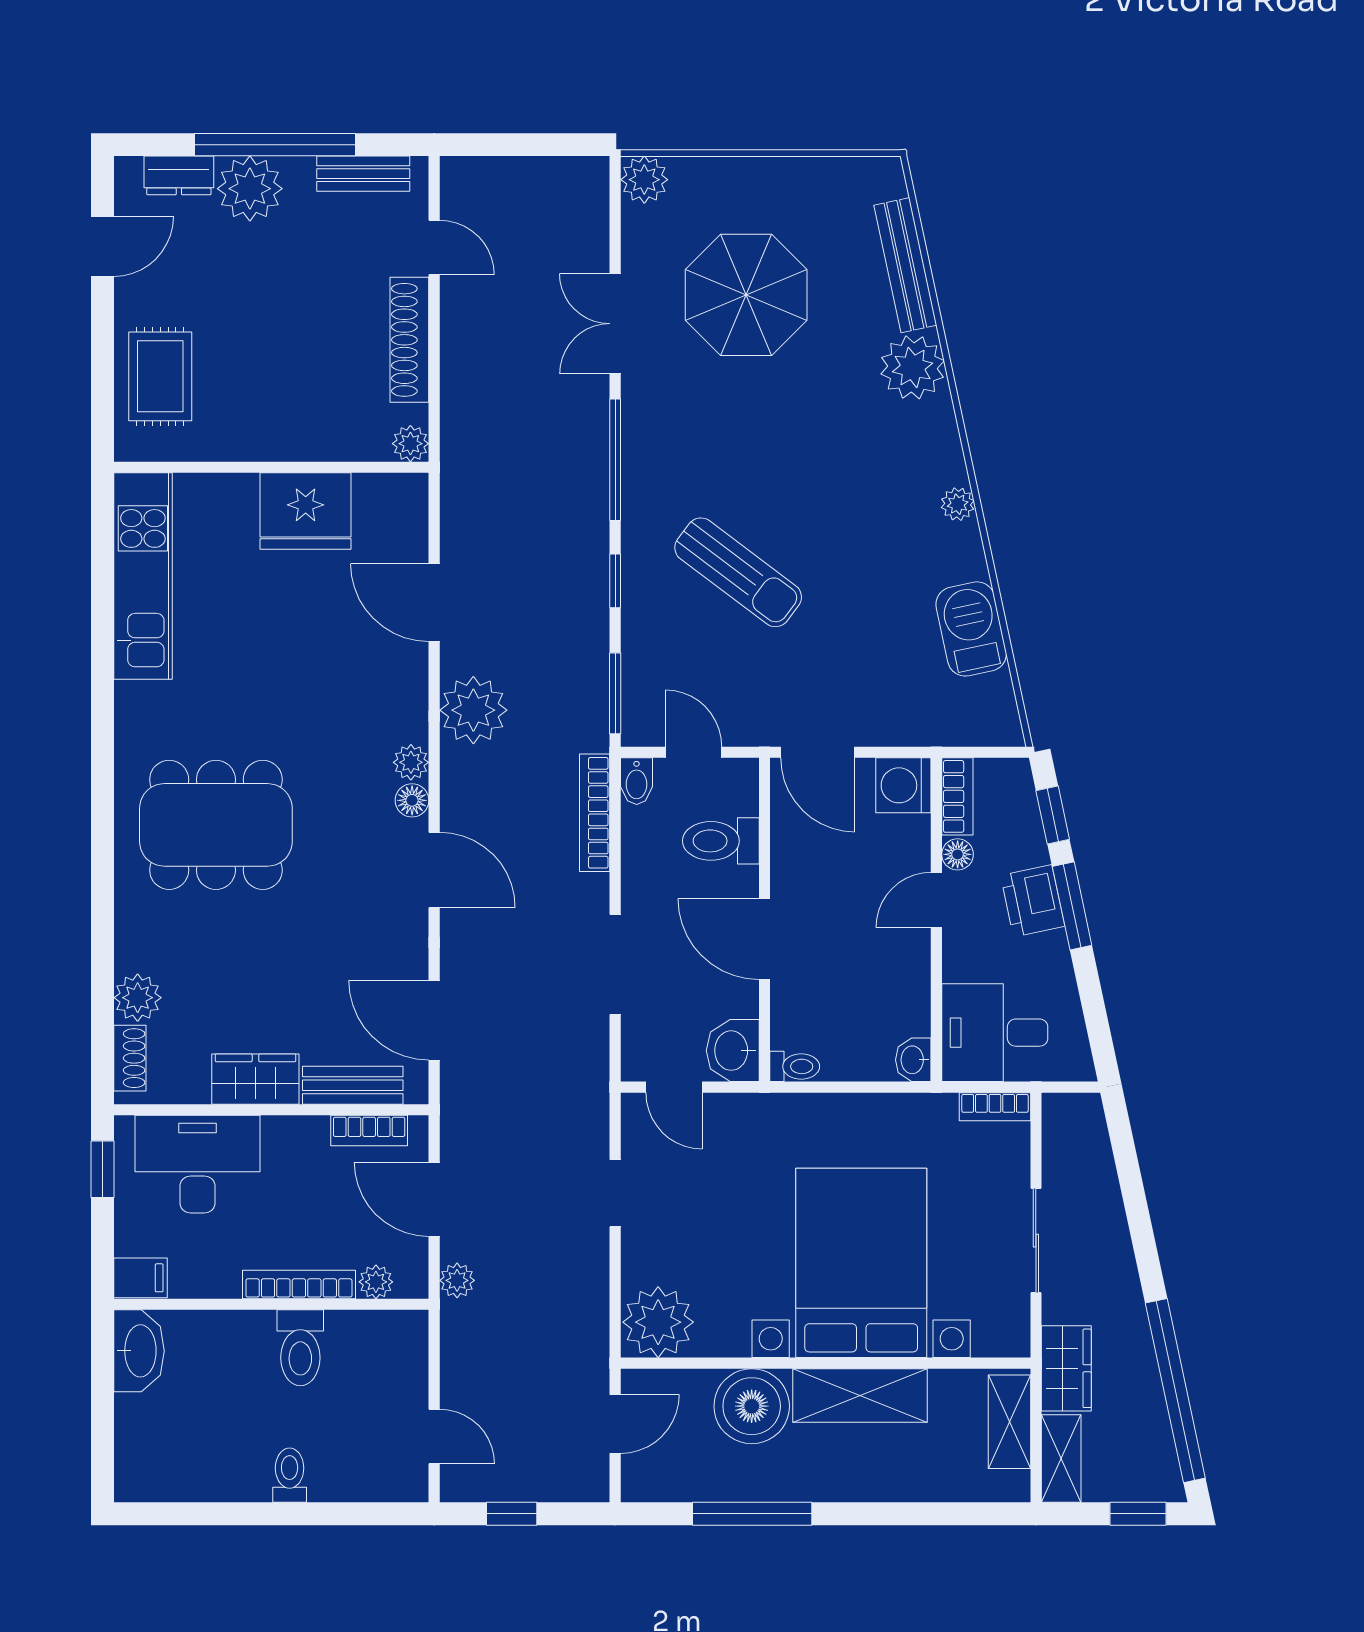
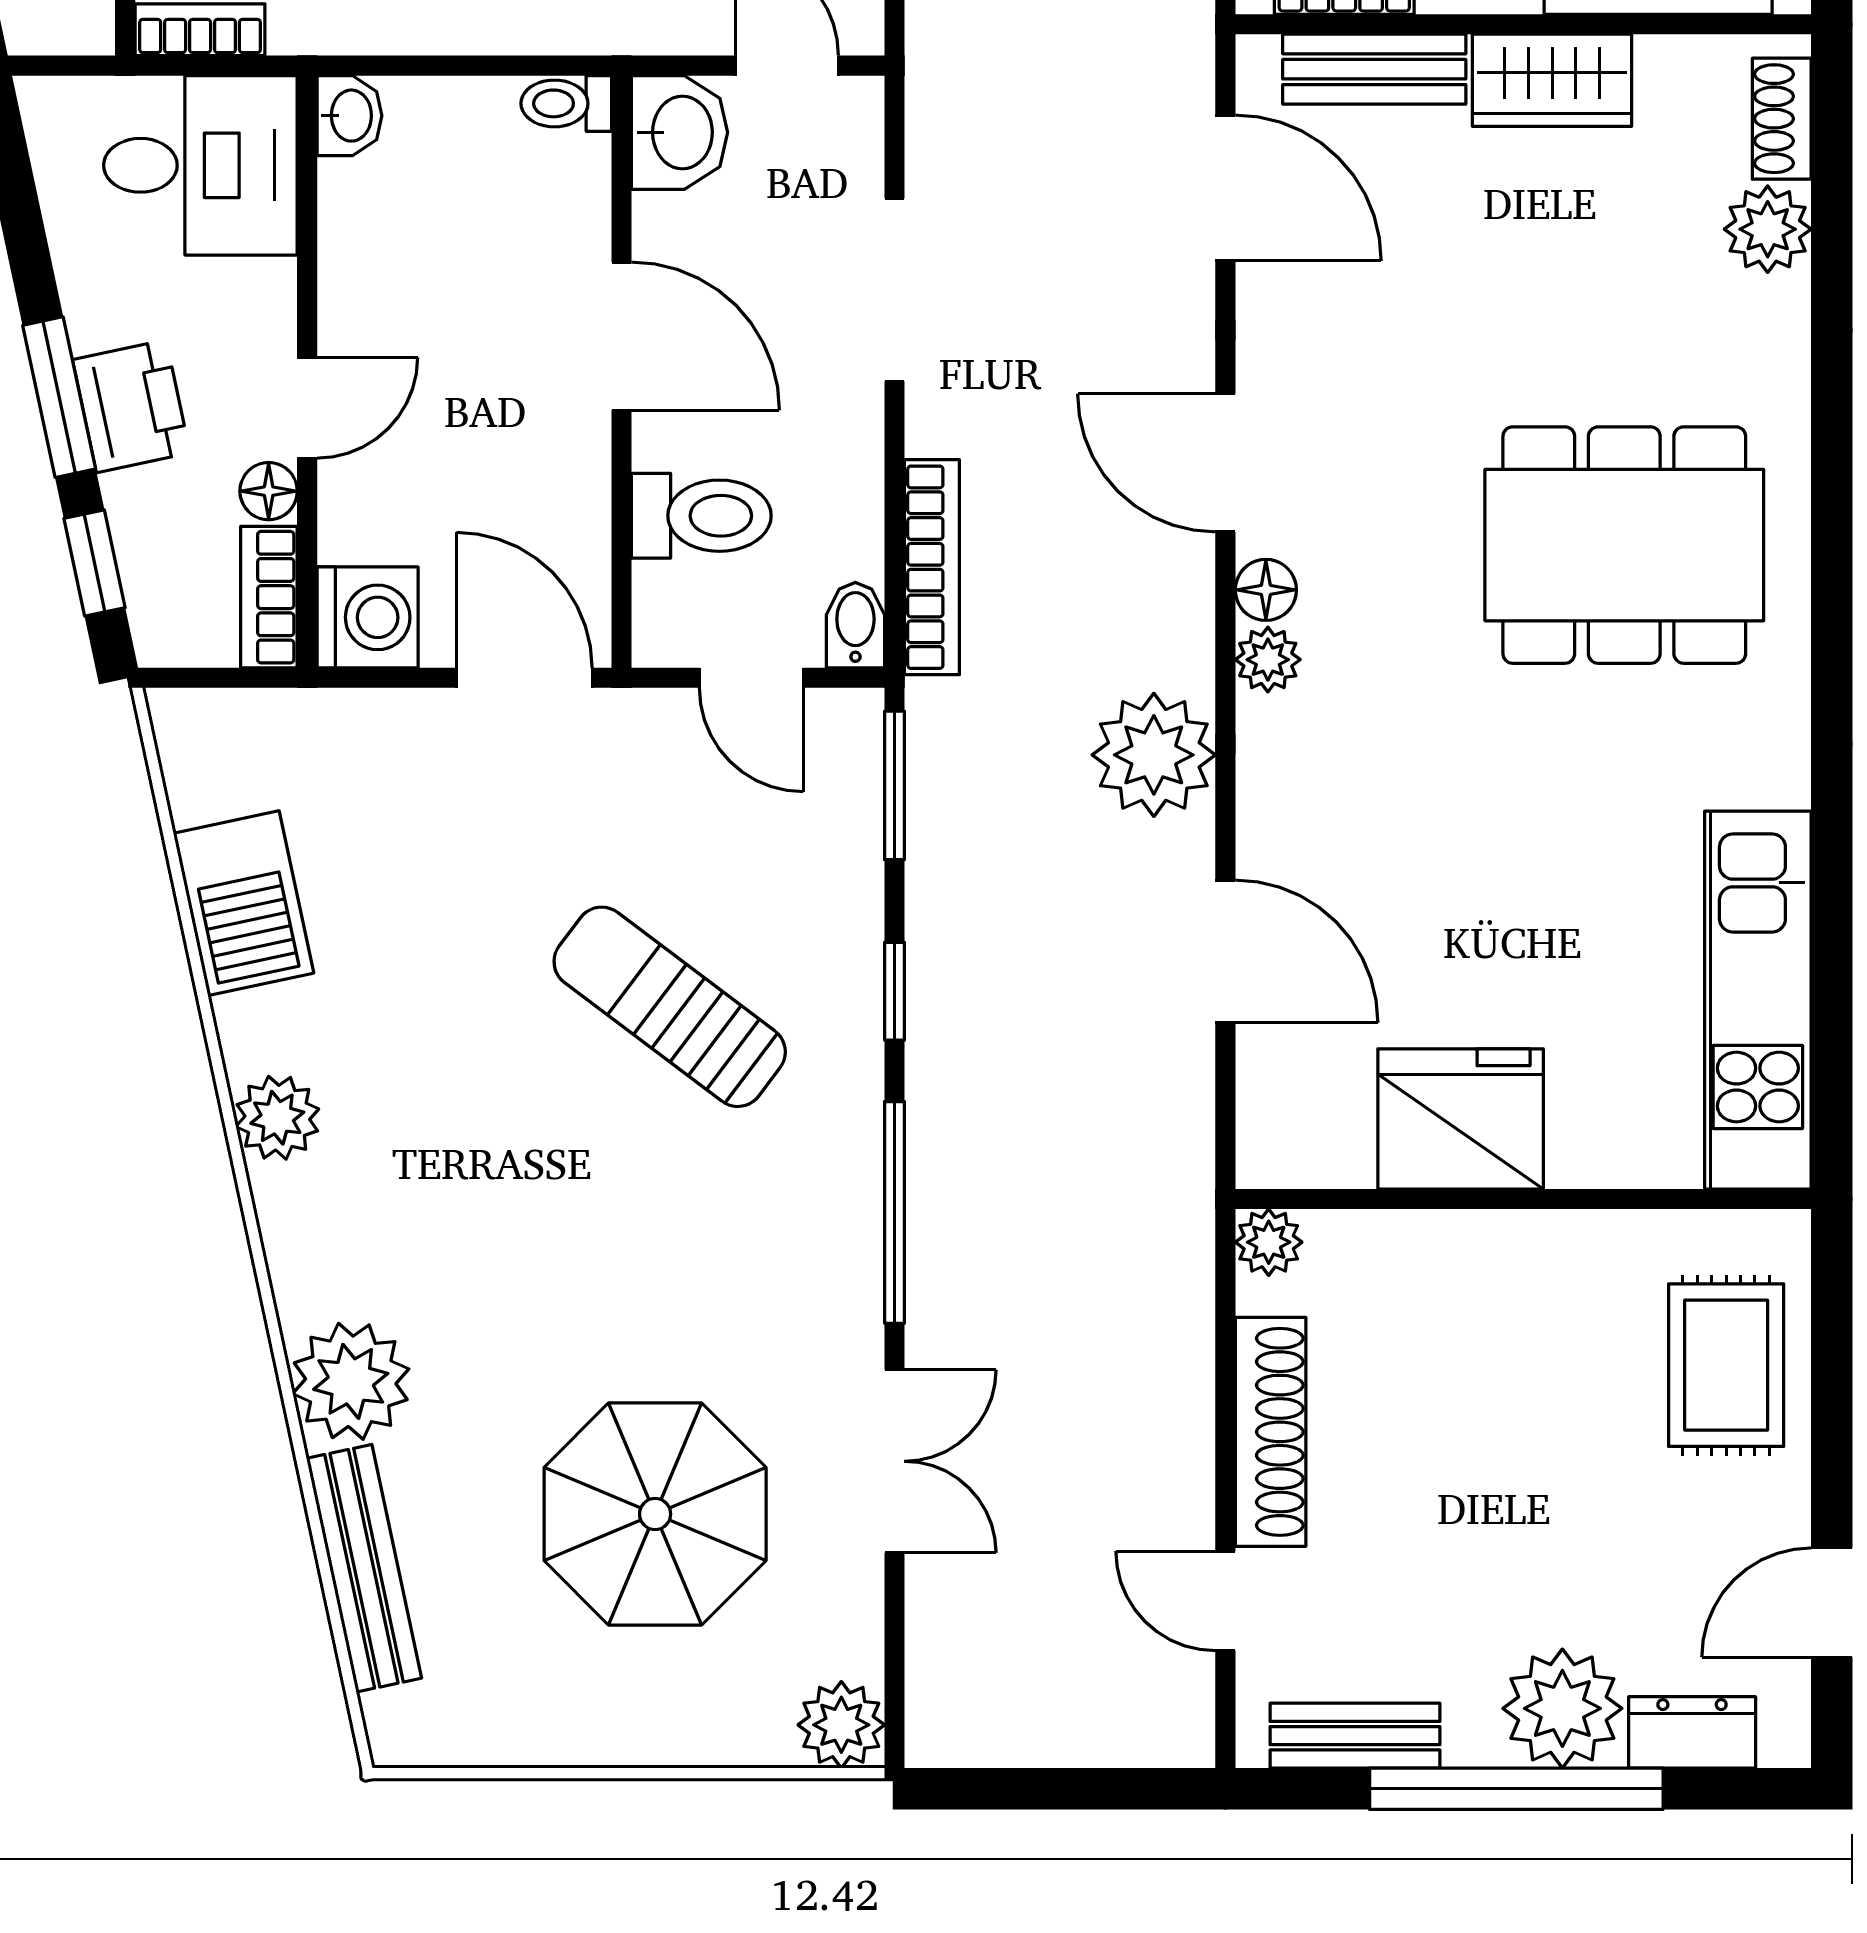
plant: (958, 504) -> (277, 1118), width x1.37, depth x1.37

